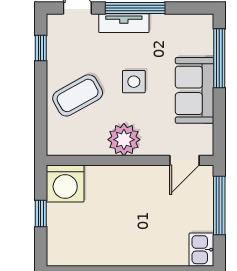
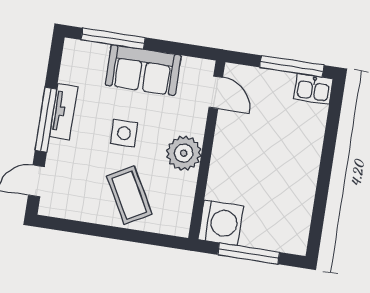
tv unit: (124, 23) -> (64, 112), moved
window: (41, 48) -> (73, 226), removed
window: (219, 206) -> (292, 66), moved
window: (41, 214) -> (249, 254), width x2.17

